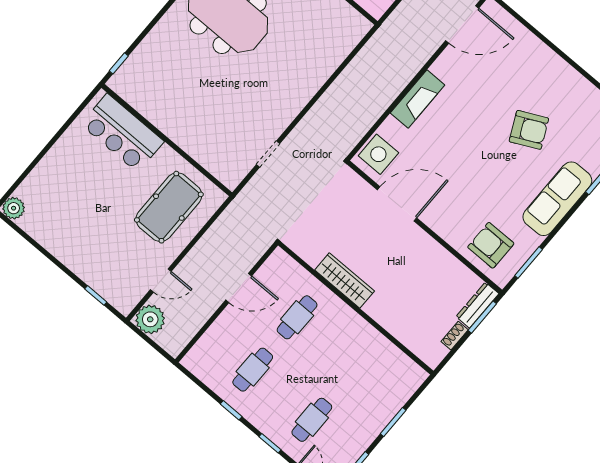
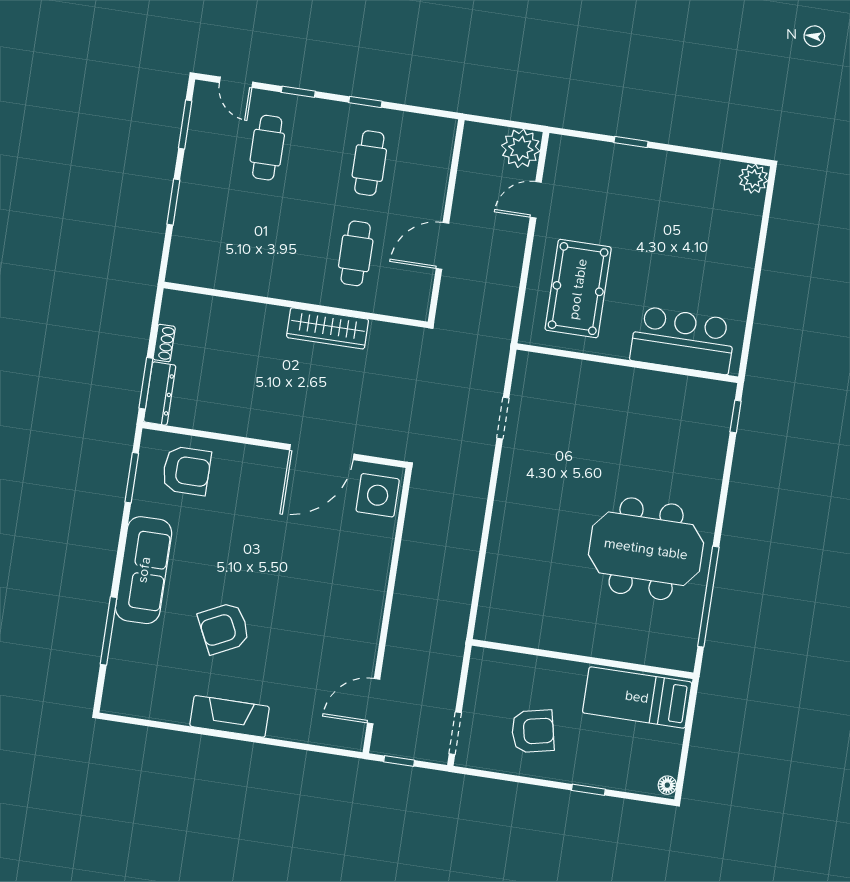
door: (462, 24) -> (374, 701), width x0.73
fireplace: (418, 99) -> (230, 716), moved, turned 90
window: (96, 295) -> (631, 142), moved

